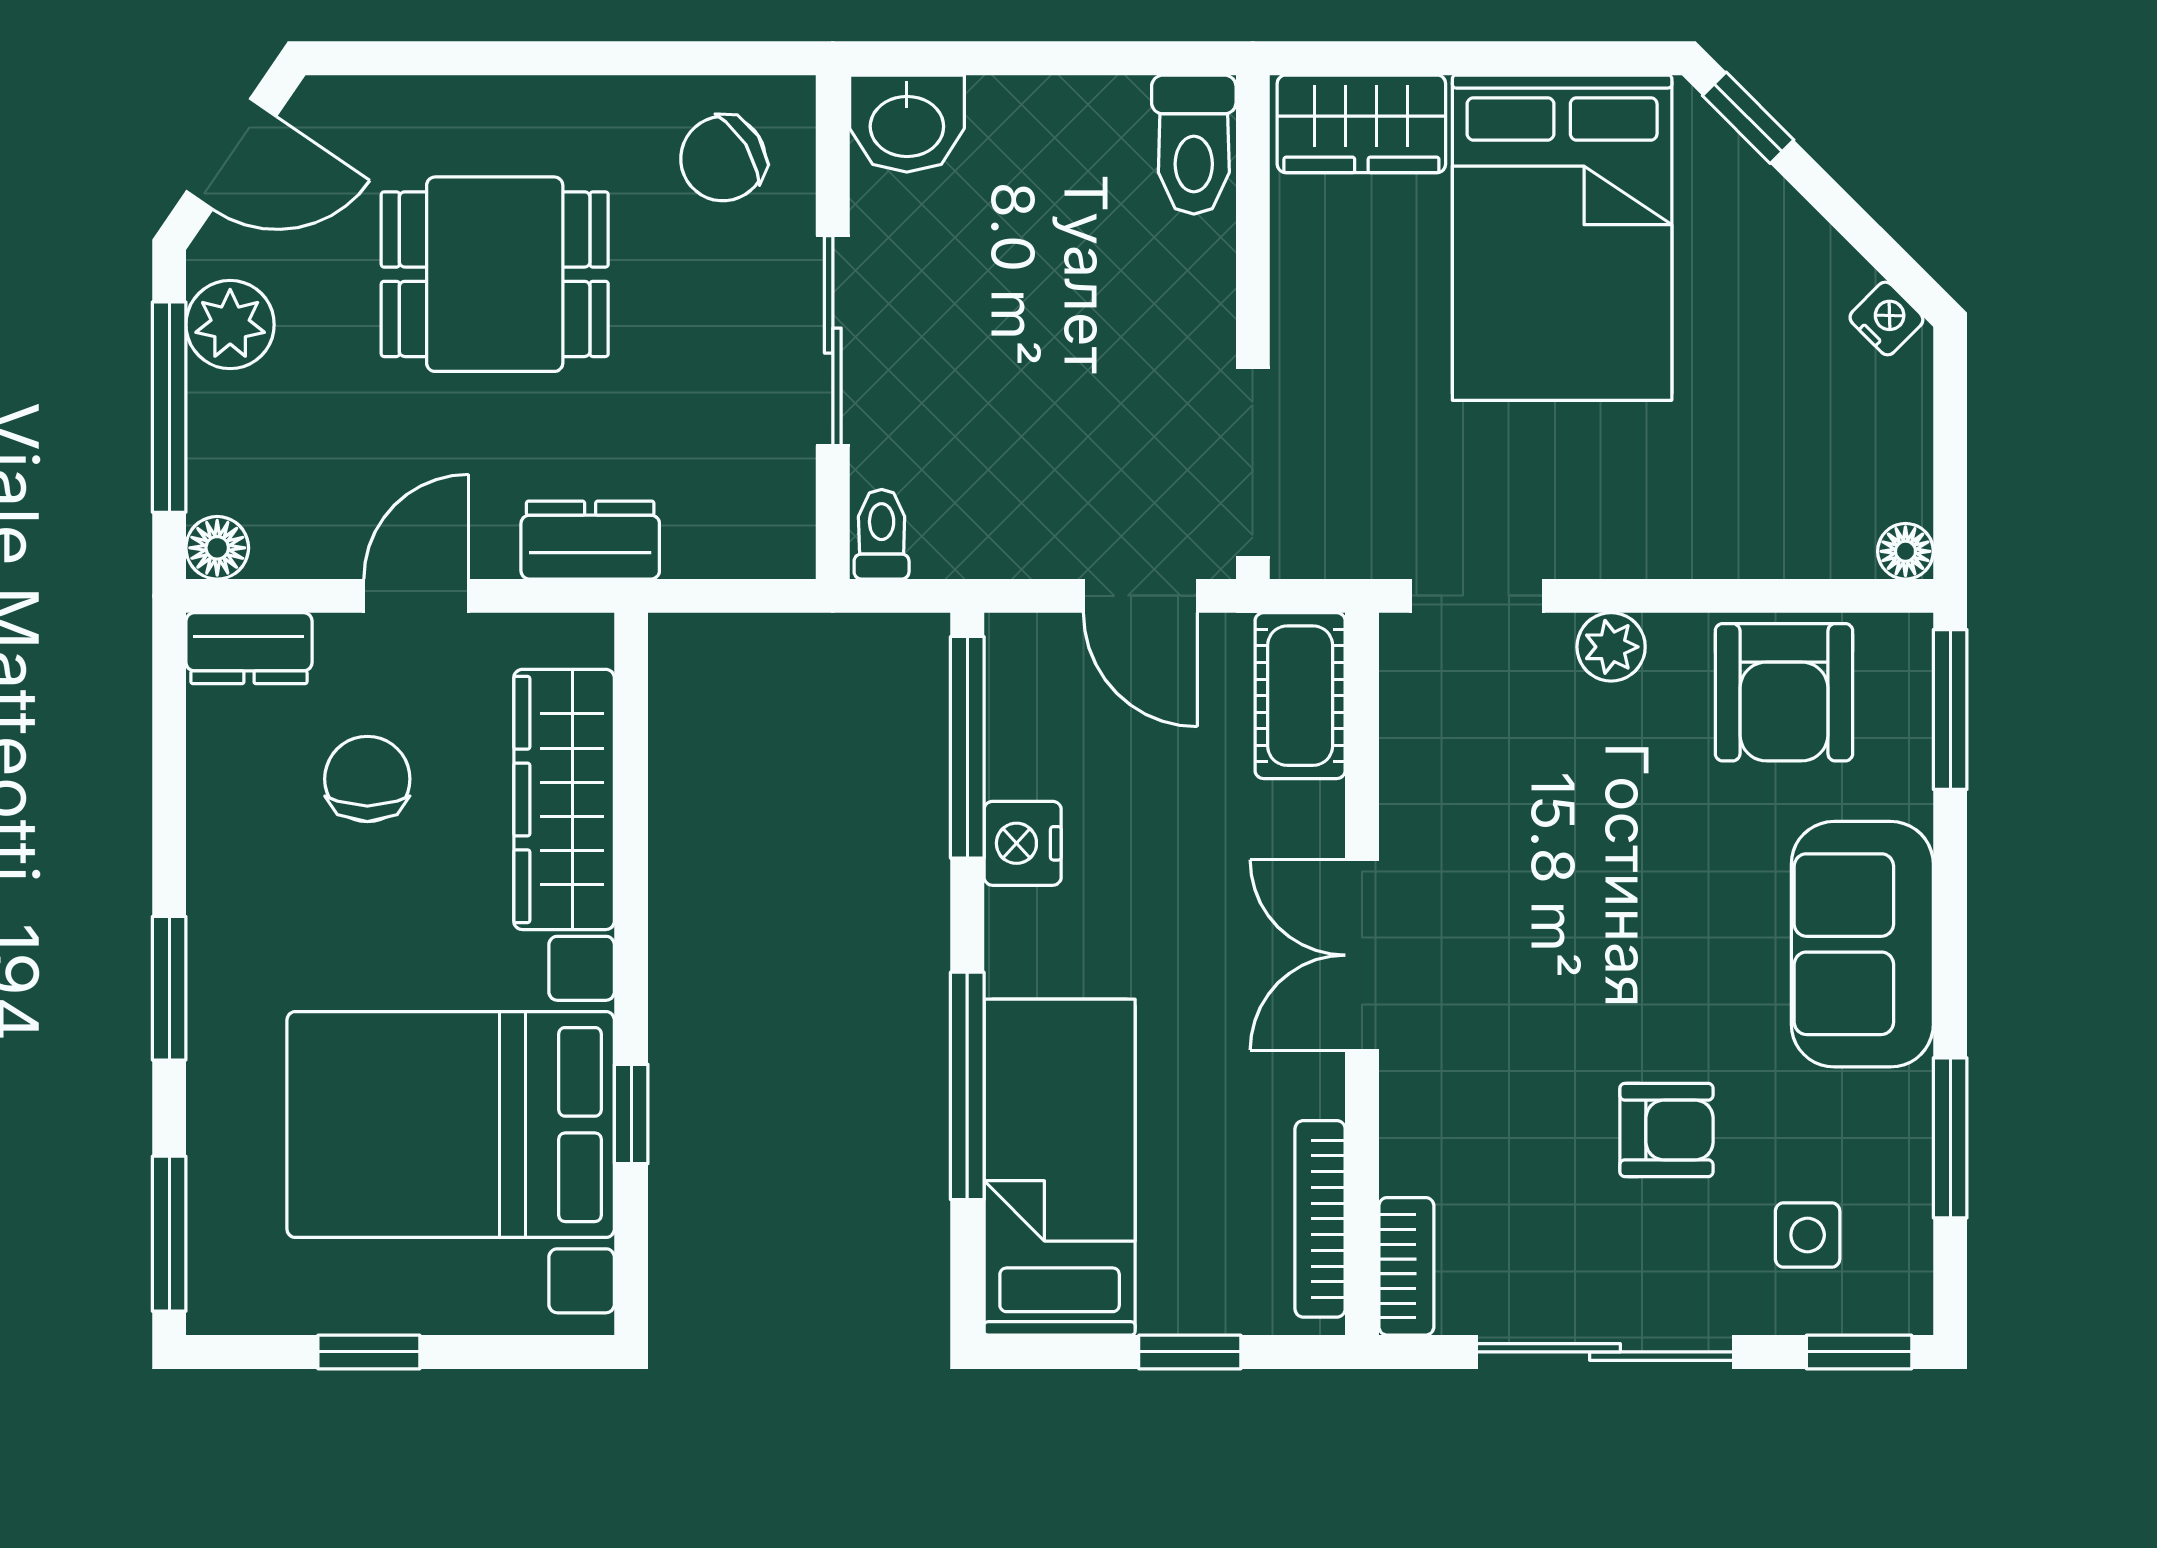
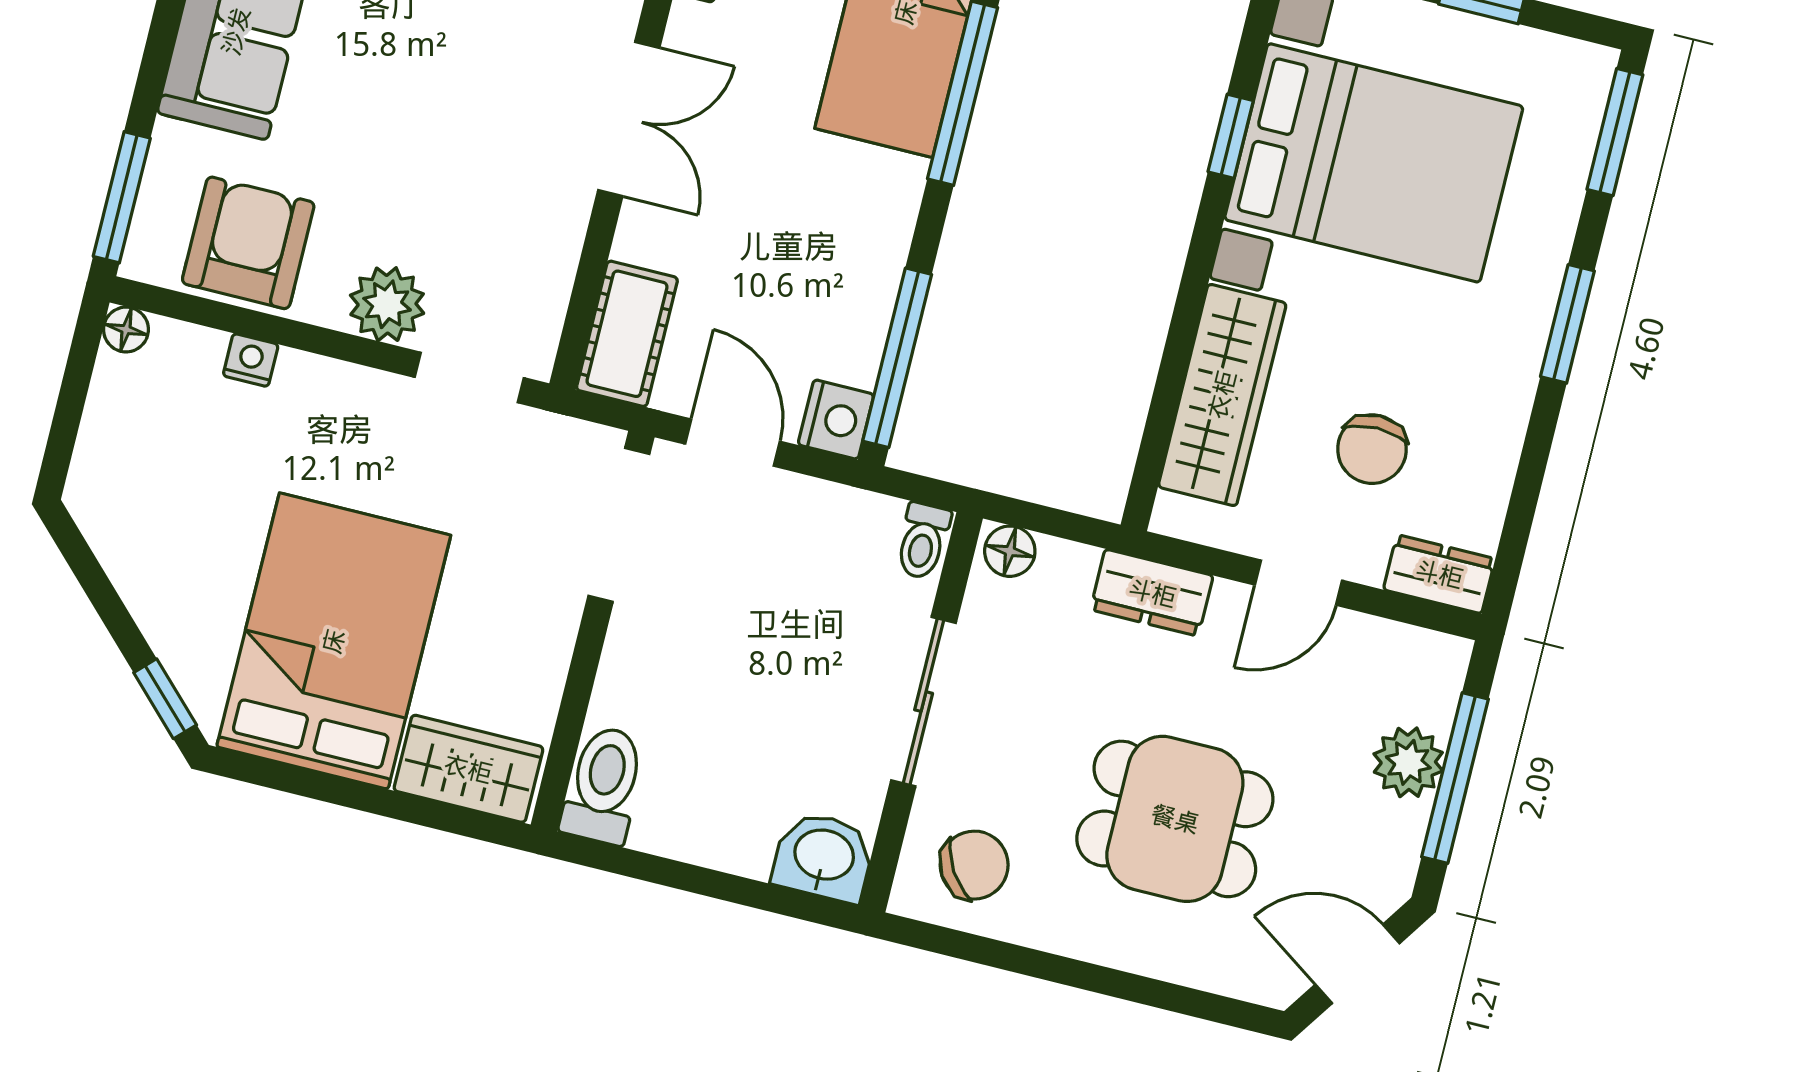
nightstand: (1886, 319) -> (251, 360), moved, turned 135
plant: (230, 325) -> (1408, 762), moved
floor lamp: (217, 548) -> (1010, 551), moved
plant: (1611, 647) -> (387, 304), width x1.38, depth x1.38
nightstand: (1023, 843) -> (836, 419), moved

